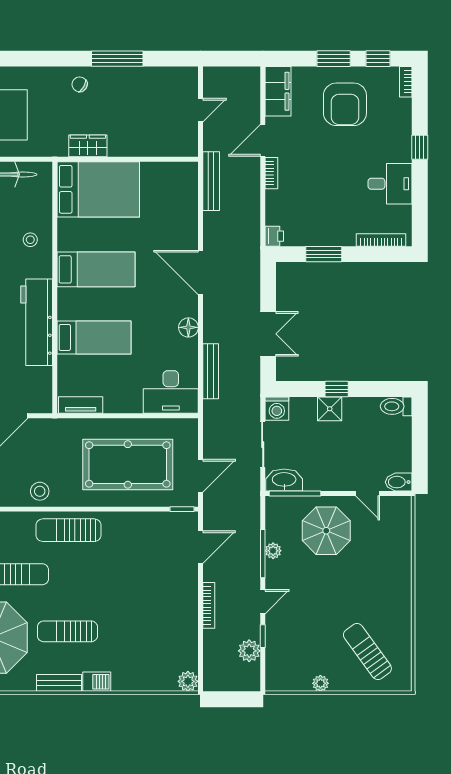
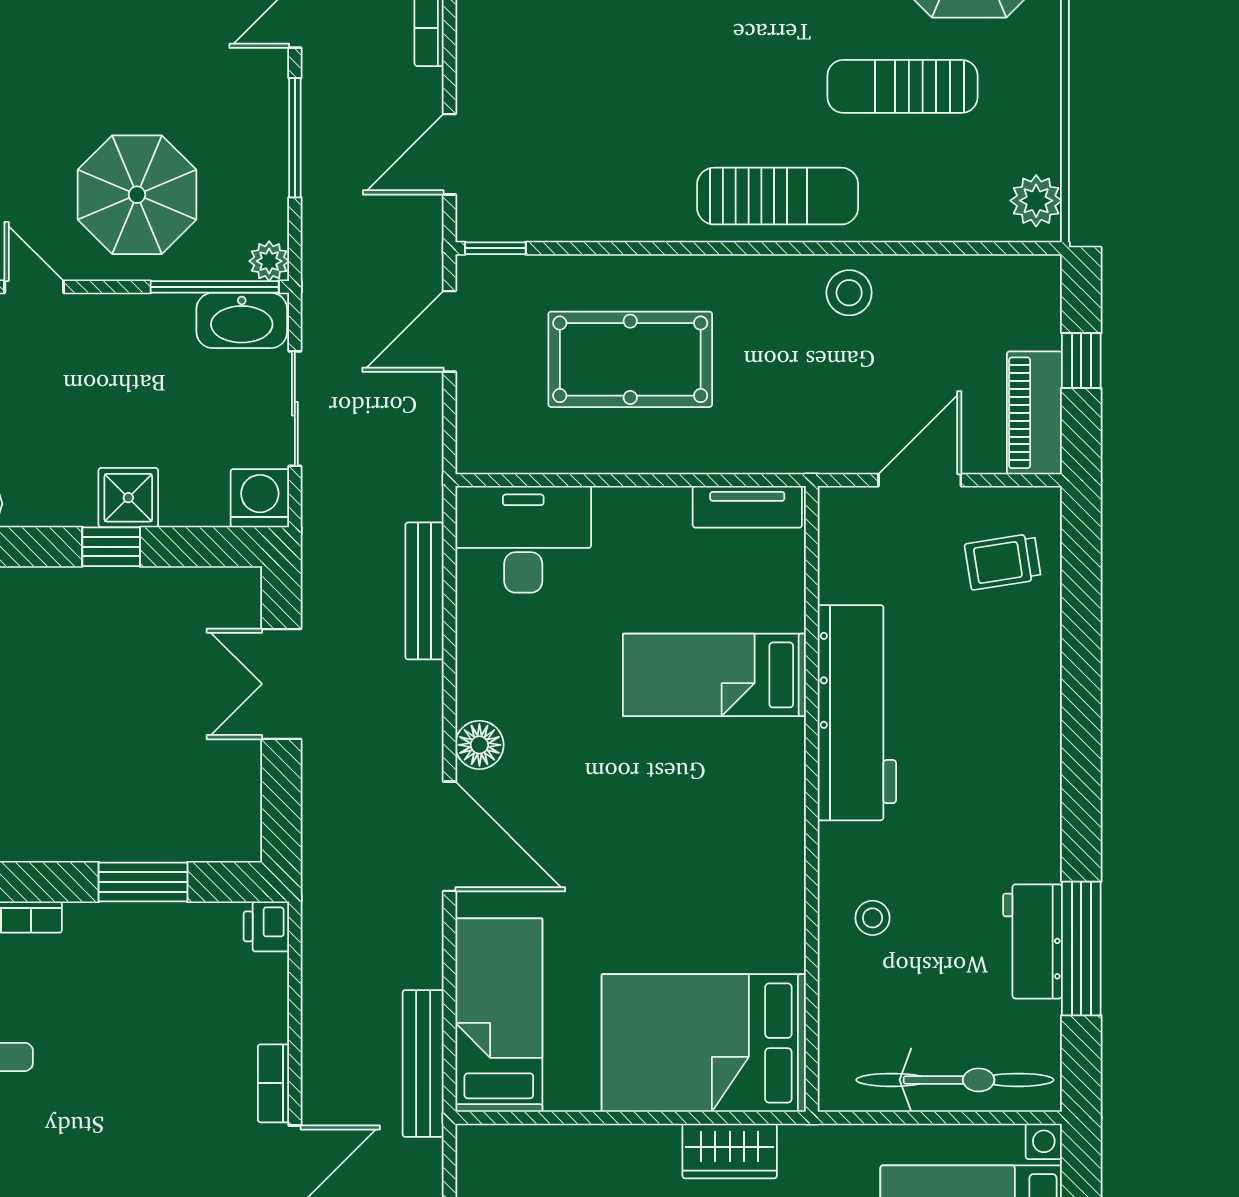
bed: (96, 269) -> (499, 1015), moved, turned 90
floor lamp: (188, 327) -> (479, 745), moved
pool table: (128, 464) -> (630, 359), width x0.73, depth x0.76
plant: (273, 551) -> (269, 261), moved

